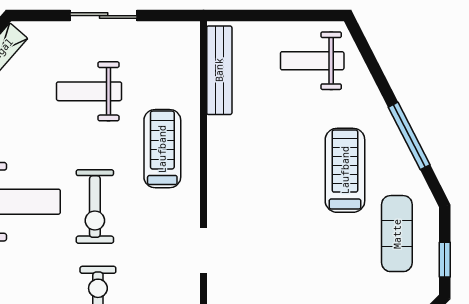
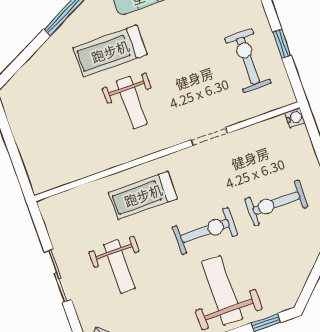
weight bench: (312, 61) -> (132, 103), moved
bench: (219, 70) -> (68, 173), removed

